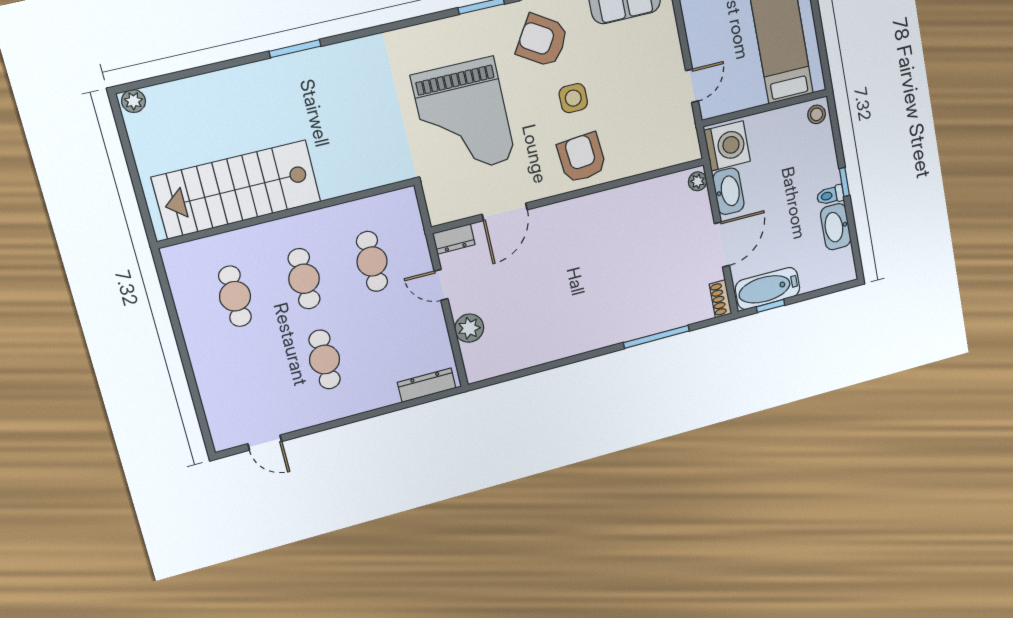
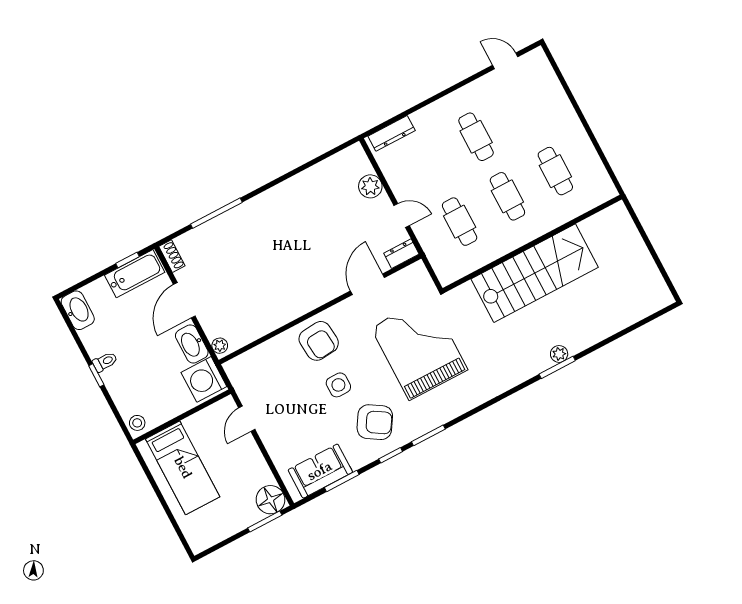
plant: (133, 101) -> (559, 354), moved
stairs: (237, 189) -> (535, 273), moved
washbasin: (836, 227) -> (78, 310), moved

